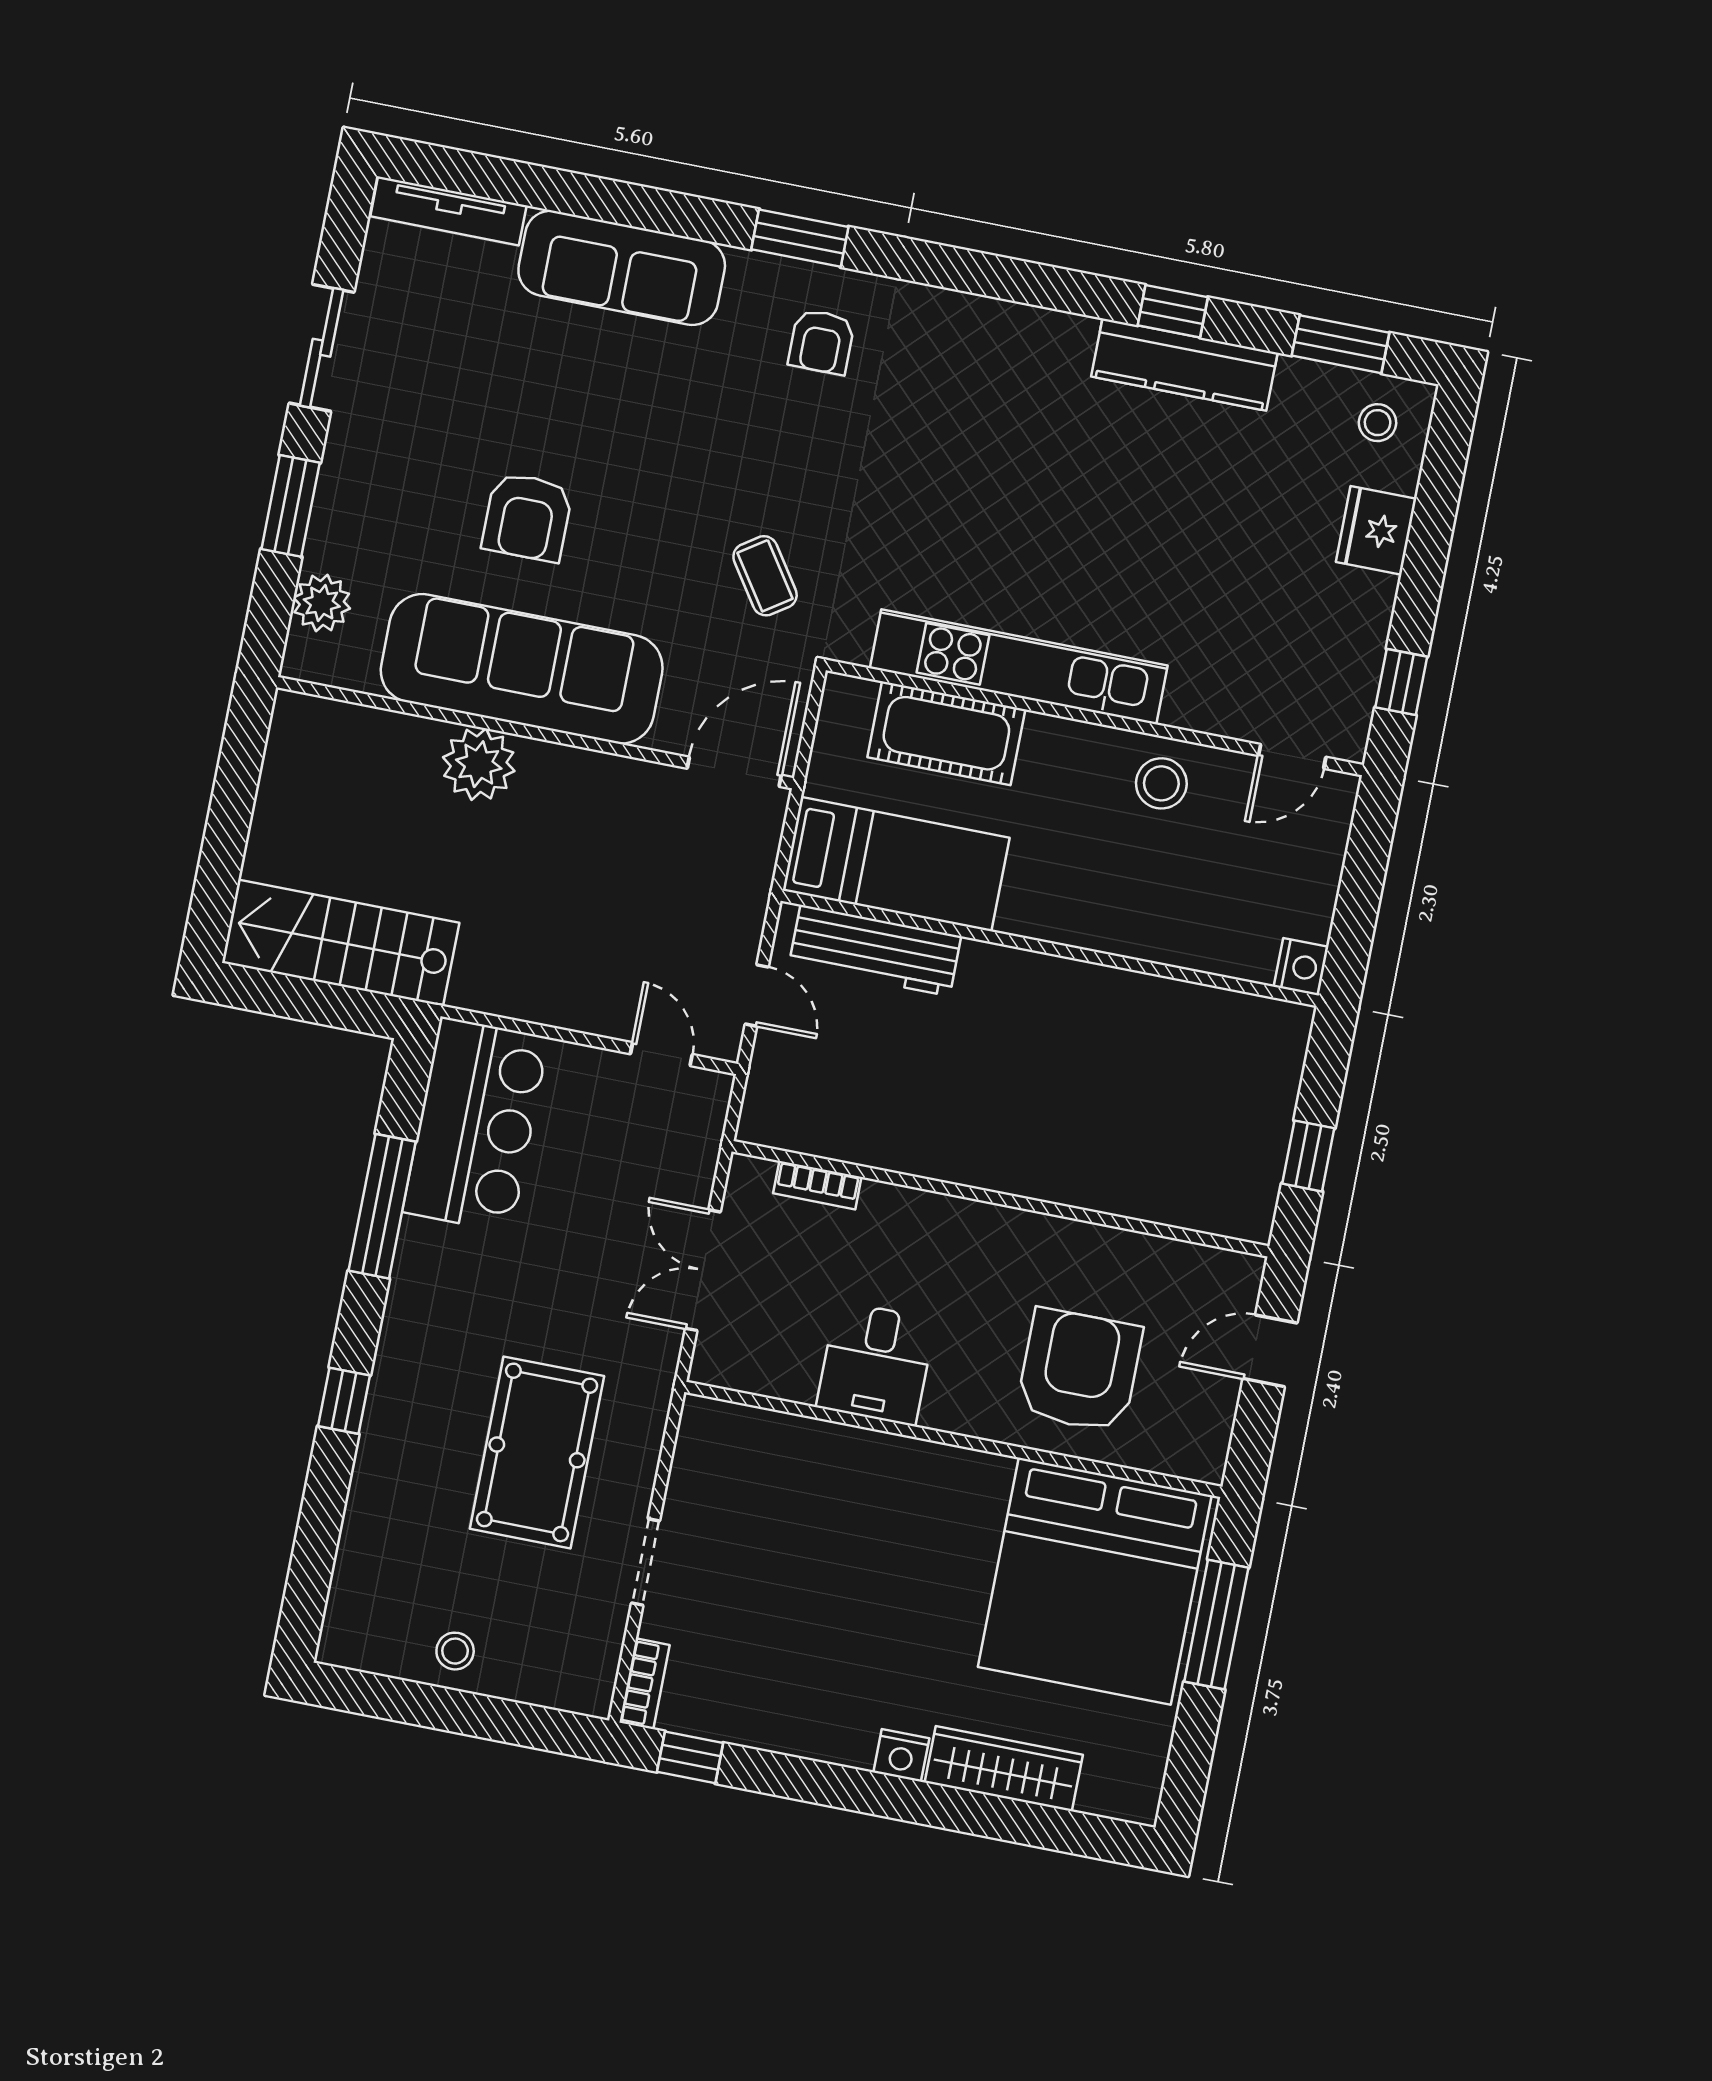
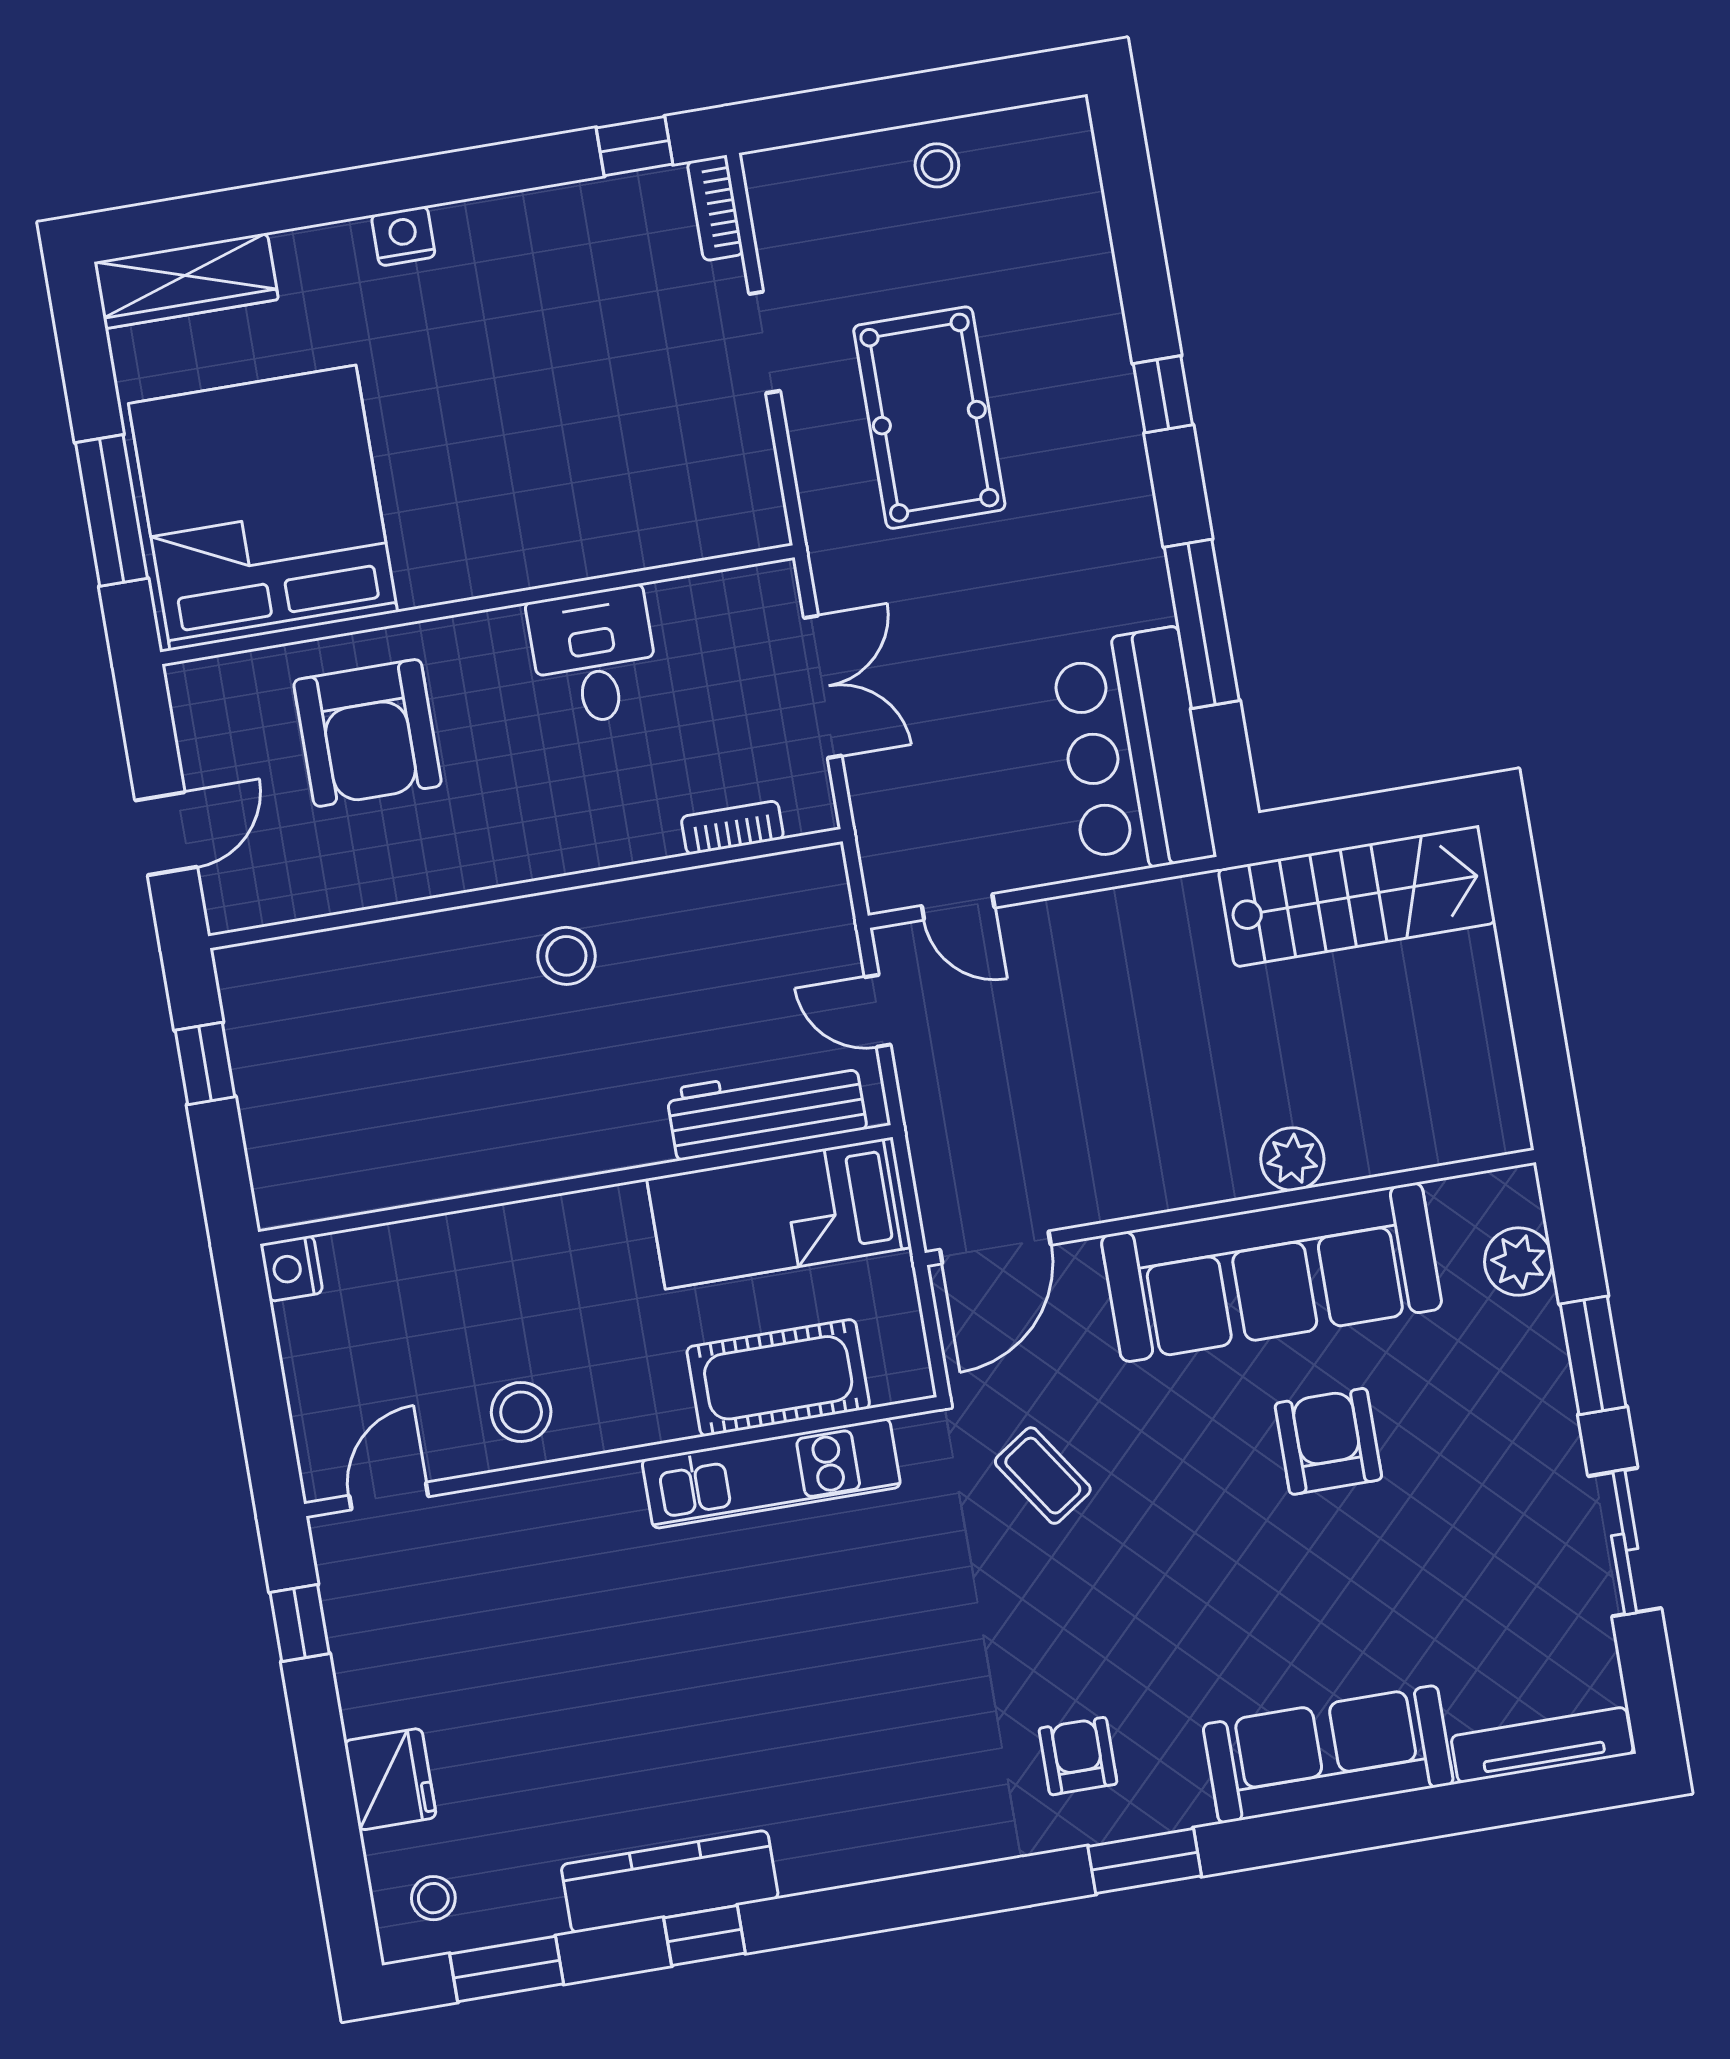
kitchen unit: (1019, 667) -> (771, 1473), width x0.73
plant: (479, 764) -> (1292, 1159), width x0.73, depth x0.73
stool: (988, 1133) -> (566, 956), added
wardrobe: (1004, 1769) -> (186, 281), moved

